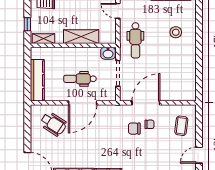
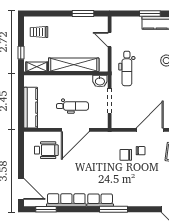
shelving: (81, 37) -> (74, 65), width x1.47
dental chair: (80, 79) -> (72, 106), turned 180
door: (146, 103) -> (150, 130), moved
wheelchair: (53, 124) -> (46, 150), turned -33

